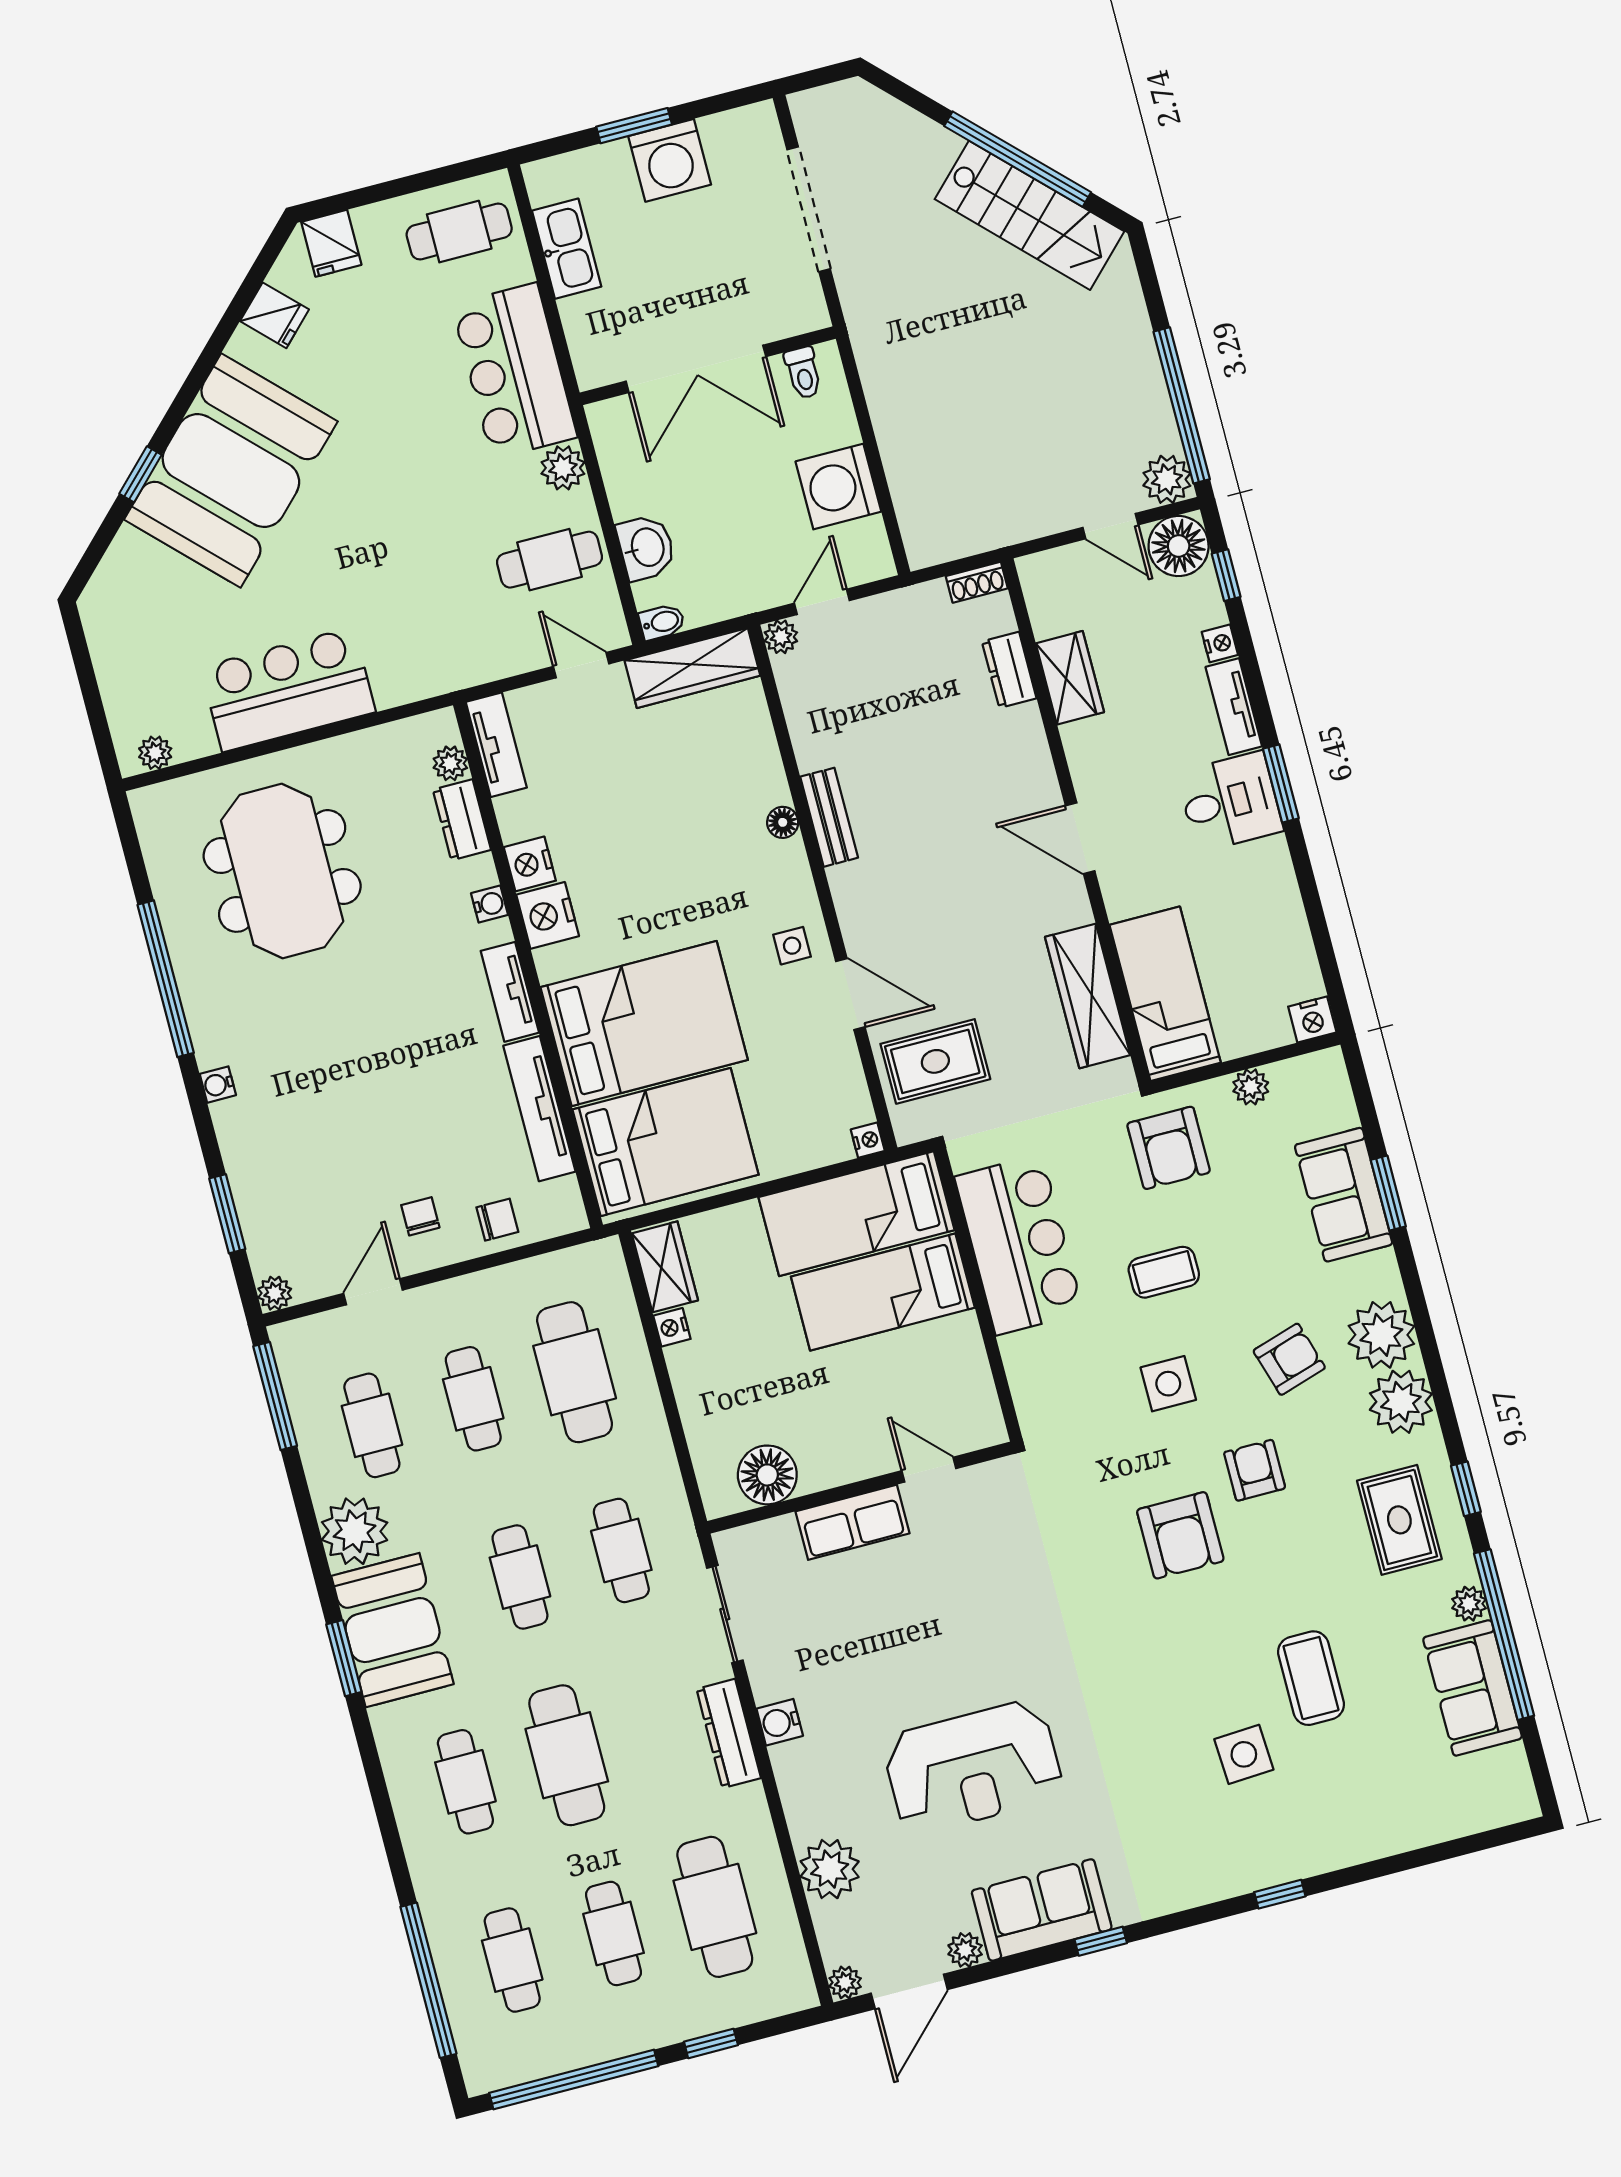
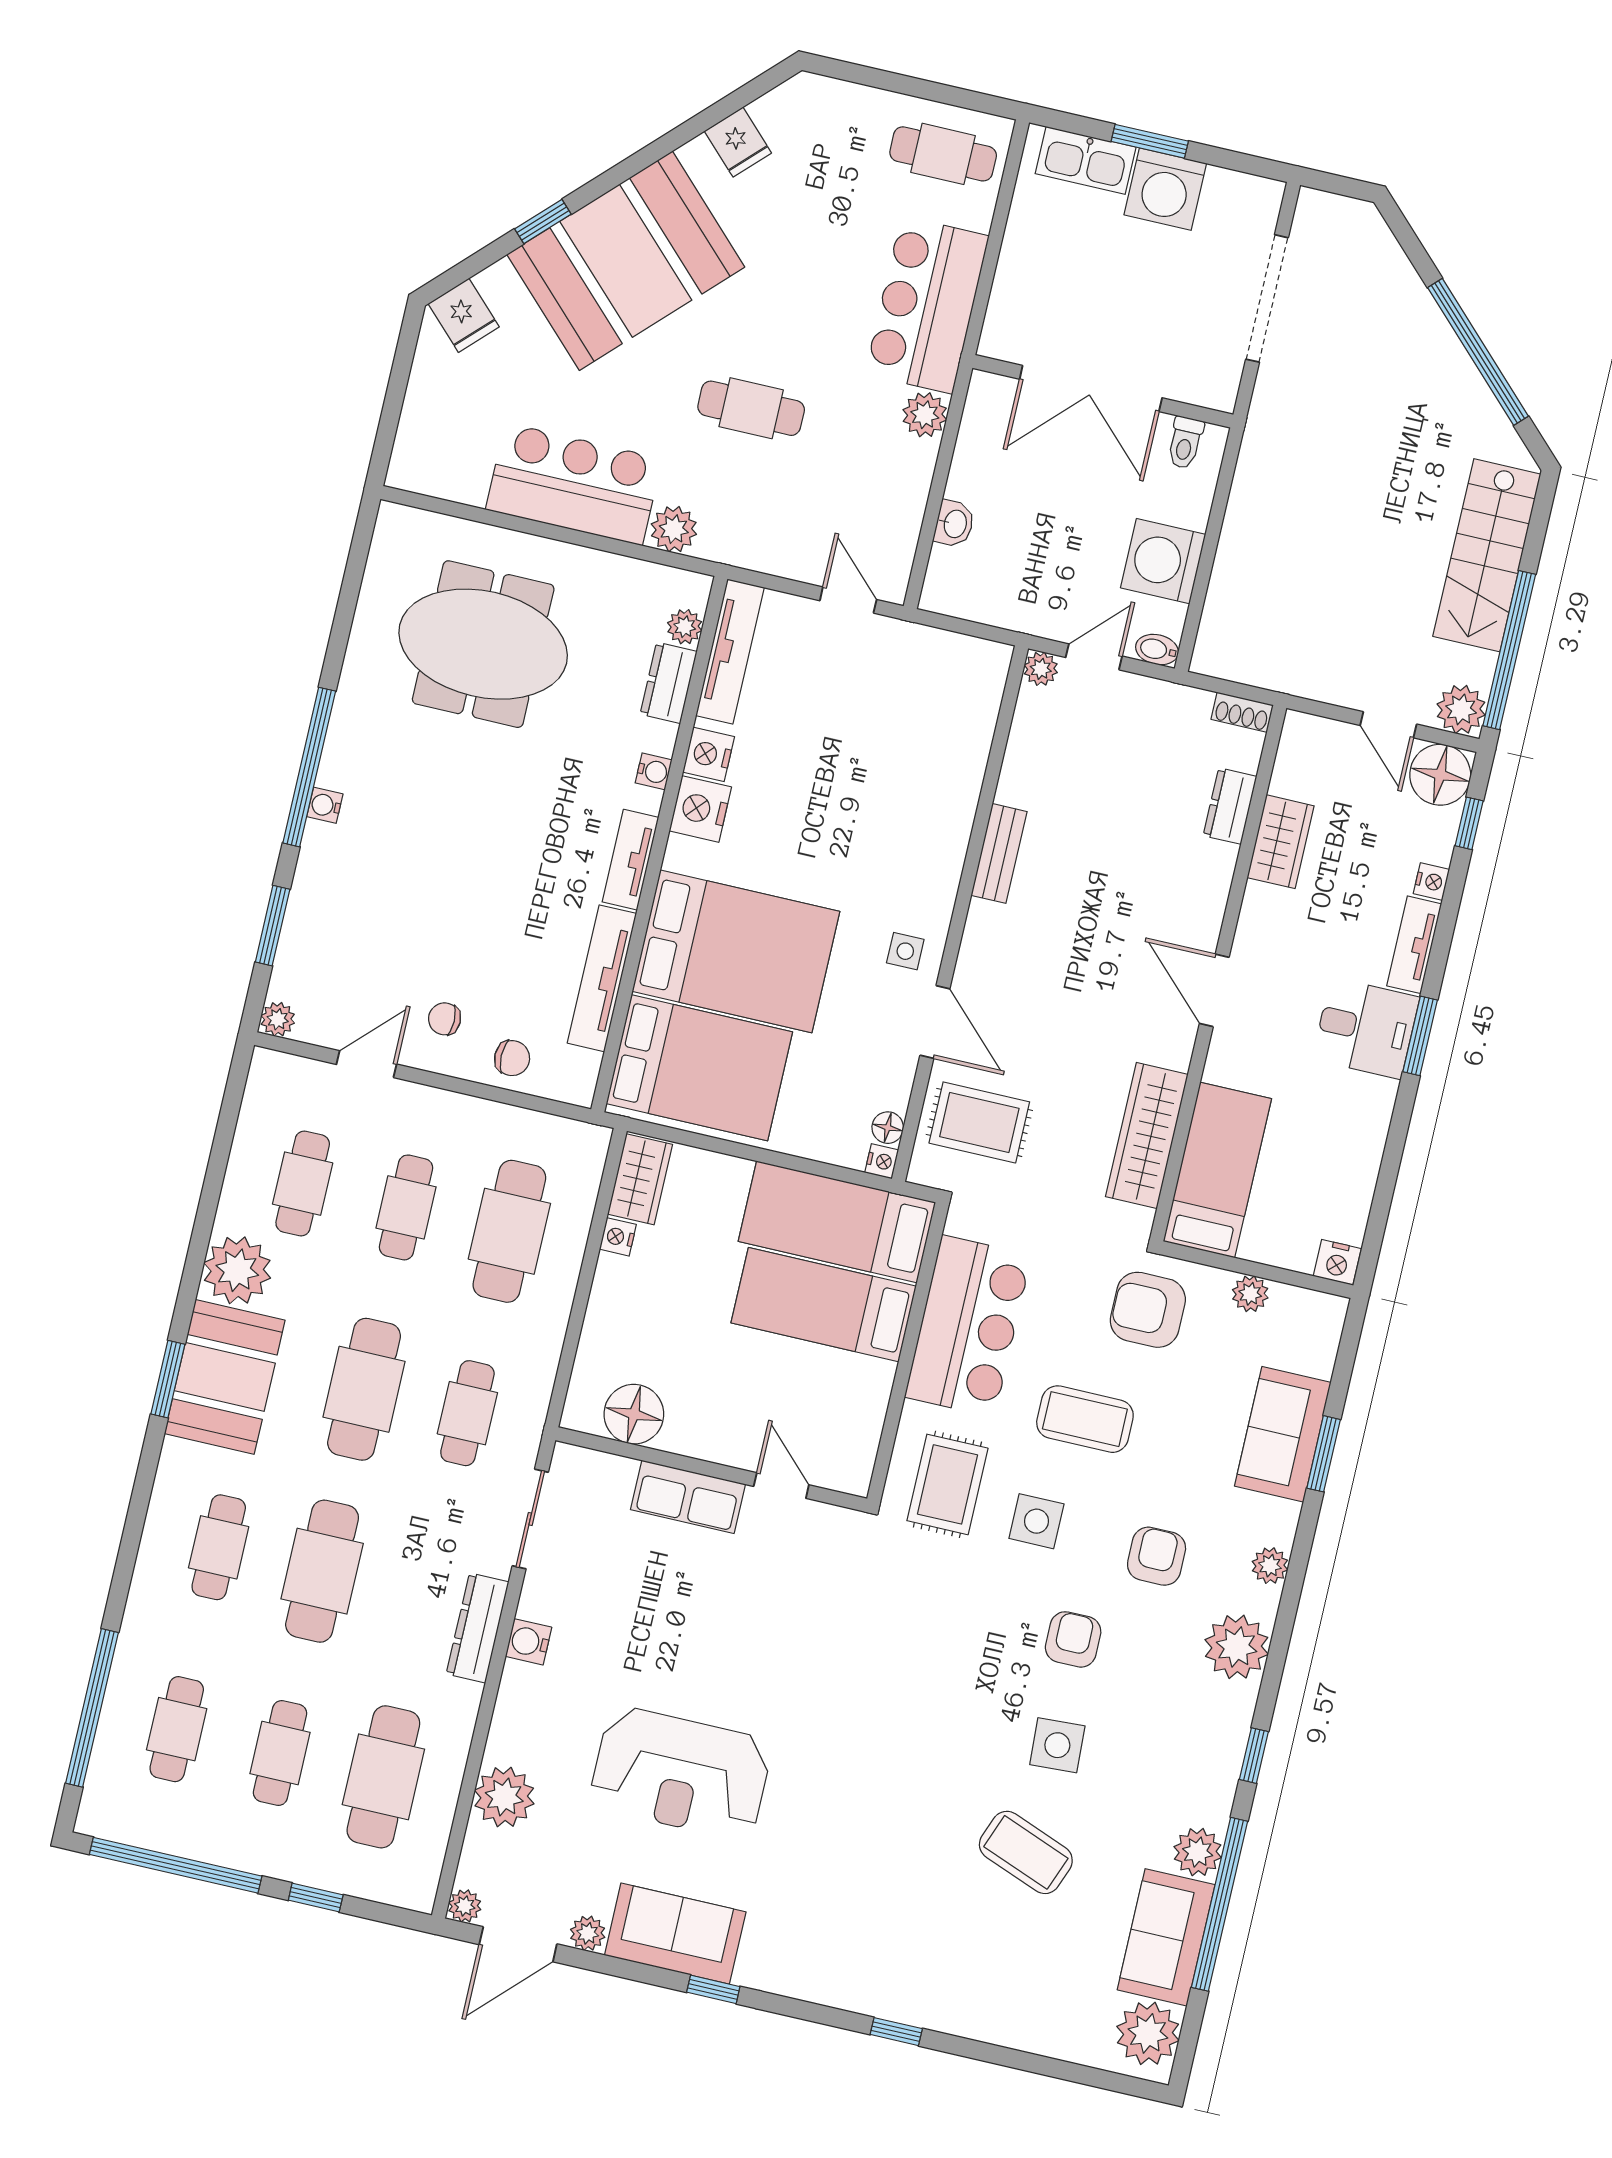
stairs: (1029, 215) -> (1487, 555), moved, turned 45
fridge: (331, 243) -> (464, 315), moved, turned -45
kitchen sink: (567, 249) -> (1086, 160), moved, turned 90
washbasin: (646, 548) -> (954, 524), width x0.72, depth x0.69
cafe table: (550, 560) -> (751, 408), moved
bidet: (662, 622) -> (1157, 650), moved, turned 180
wardrobe: (692, 668) -> (947, 655), removed
tv unit: (496, 745) -> (730, 652), width x1.41
plant: (155, 753) -> (674, 529), moved, width x1.38, depth x1.38
floor lamp: (783, 822) -> (888, 1128), moved
meeting table: (282, 871) -> (483, 644), turned 90
window: (166, 979) -> (309, 767), moved
armchair: (1169, 1148) -> (1148, 1310), turned 90
chair: (420, 1216) -> (445, 1019), turned -90
coffee table: (1164, 1272) -> (1085, 1419), width x1.36, depth x1.30
plant: (1381, 1335) -> (1270, 1566), width x0.53, depth x0.53
armchair: (1289, 1359) -> (1157, 1556), turned -73
window: (275, 1396) -> (230, 1112), removed
rug: (1399, 1520) -> (947, 1484), moved
armchair: (1180, 1535) -> (976, 1663), removed
cafe table: (520, 1577) -> (364, 1389), width x1.37, depth x1.35
plant: (1469, 1604) -> (1198, 1852), width x1.38, depth x1.38
coffee table: (1311, 1678) -> (1026, 1852), turned -69
side table: (1244, 1754) -> (1057, 1745), moved
plant: (1501, 1780) -> (1148, 2033), added

